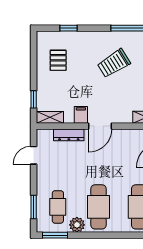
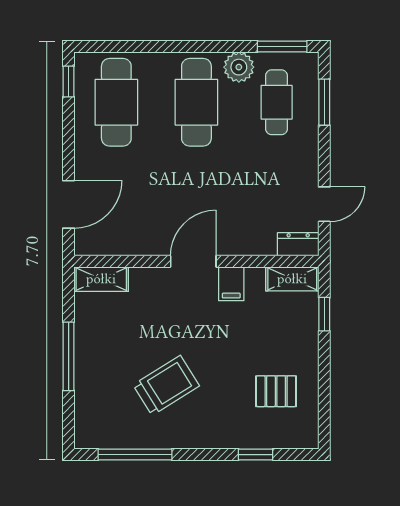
pallet: (58, 60) -> (276, 391), turned 90
dresser: (69, 135) -> (298, 244), moved, width x0.70

